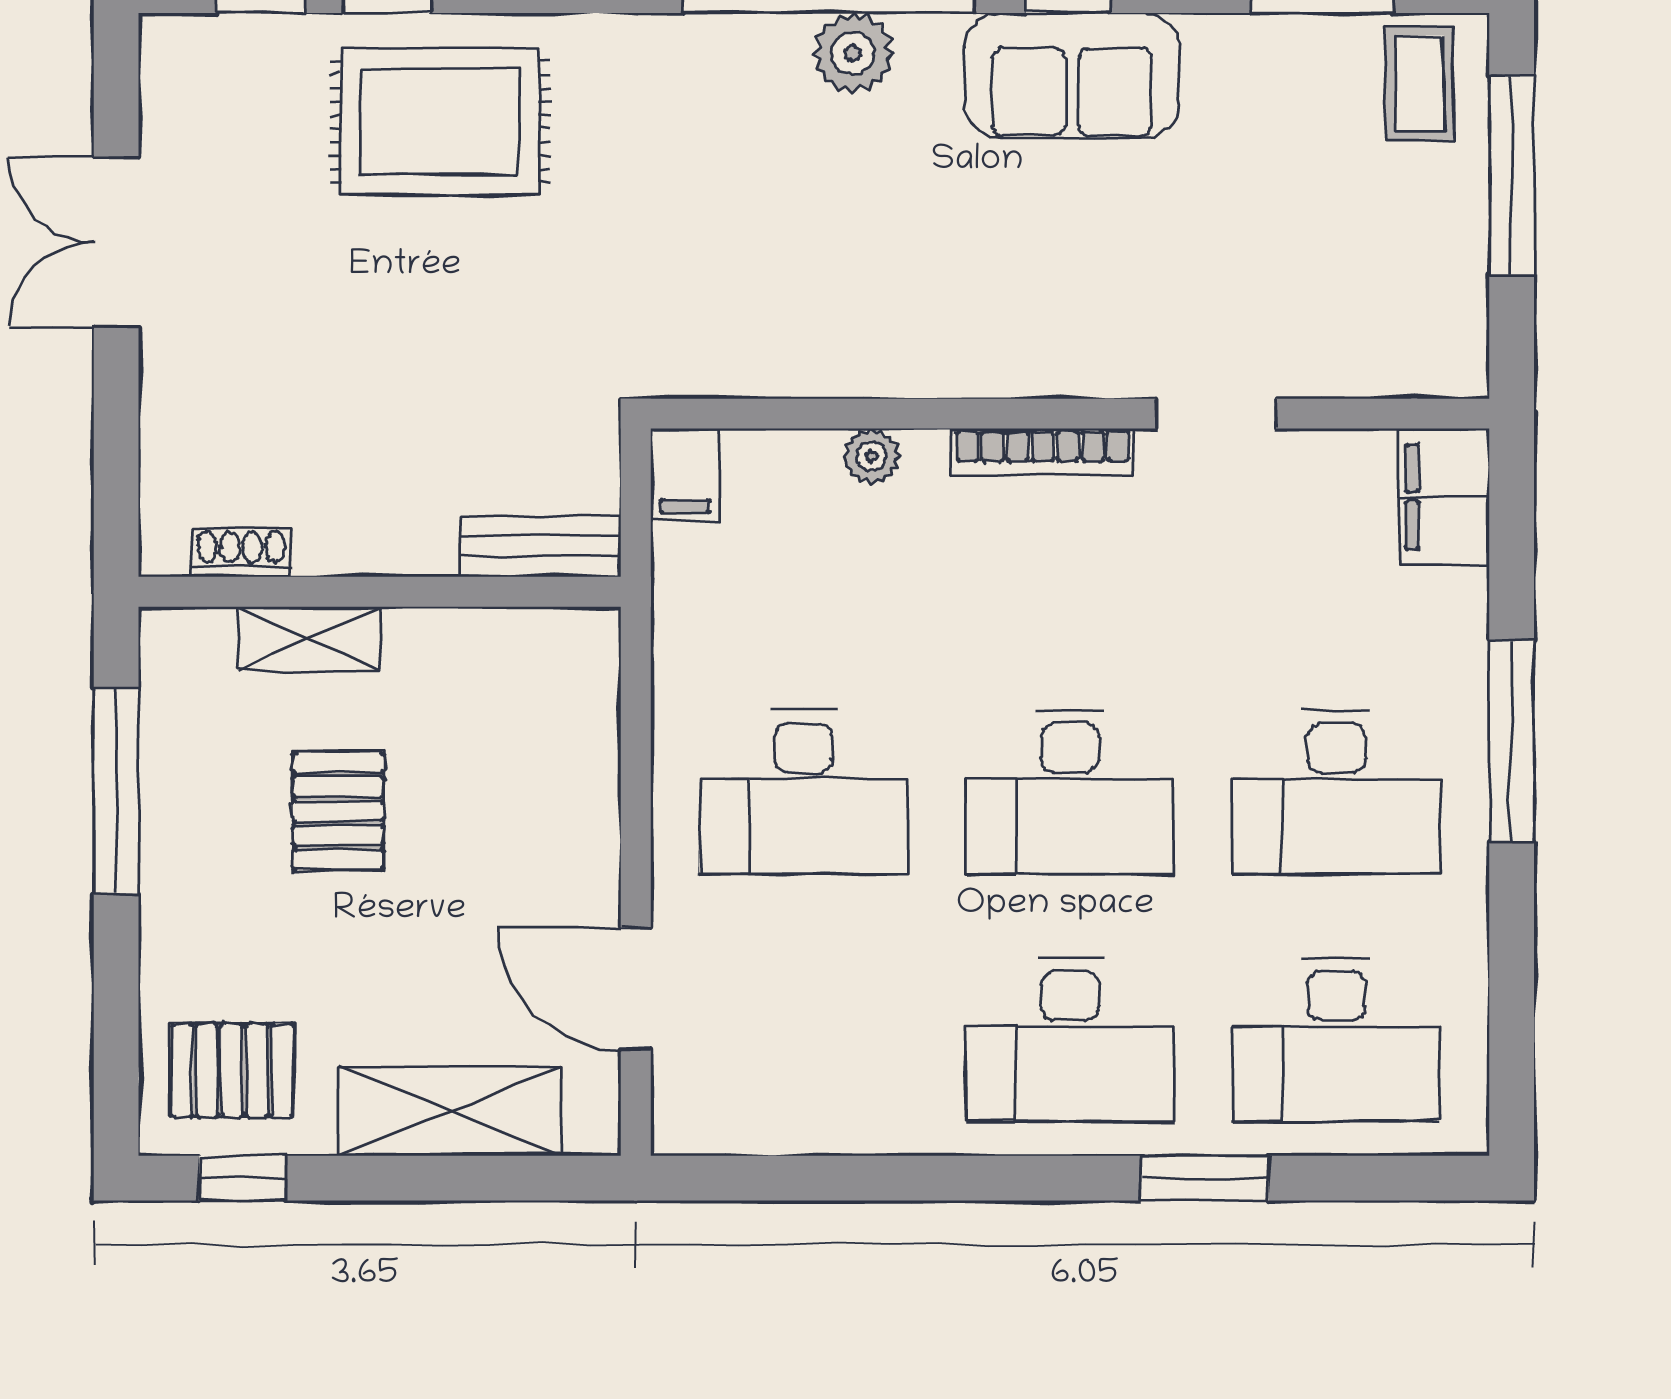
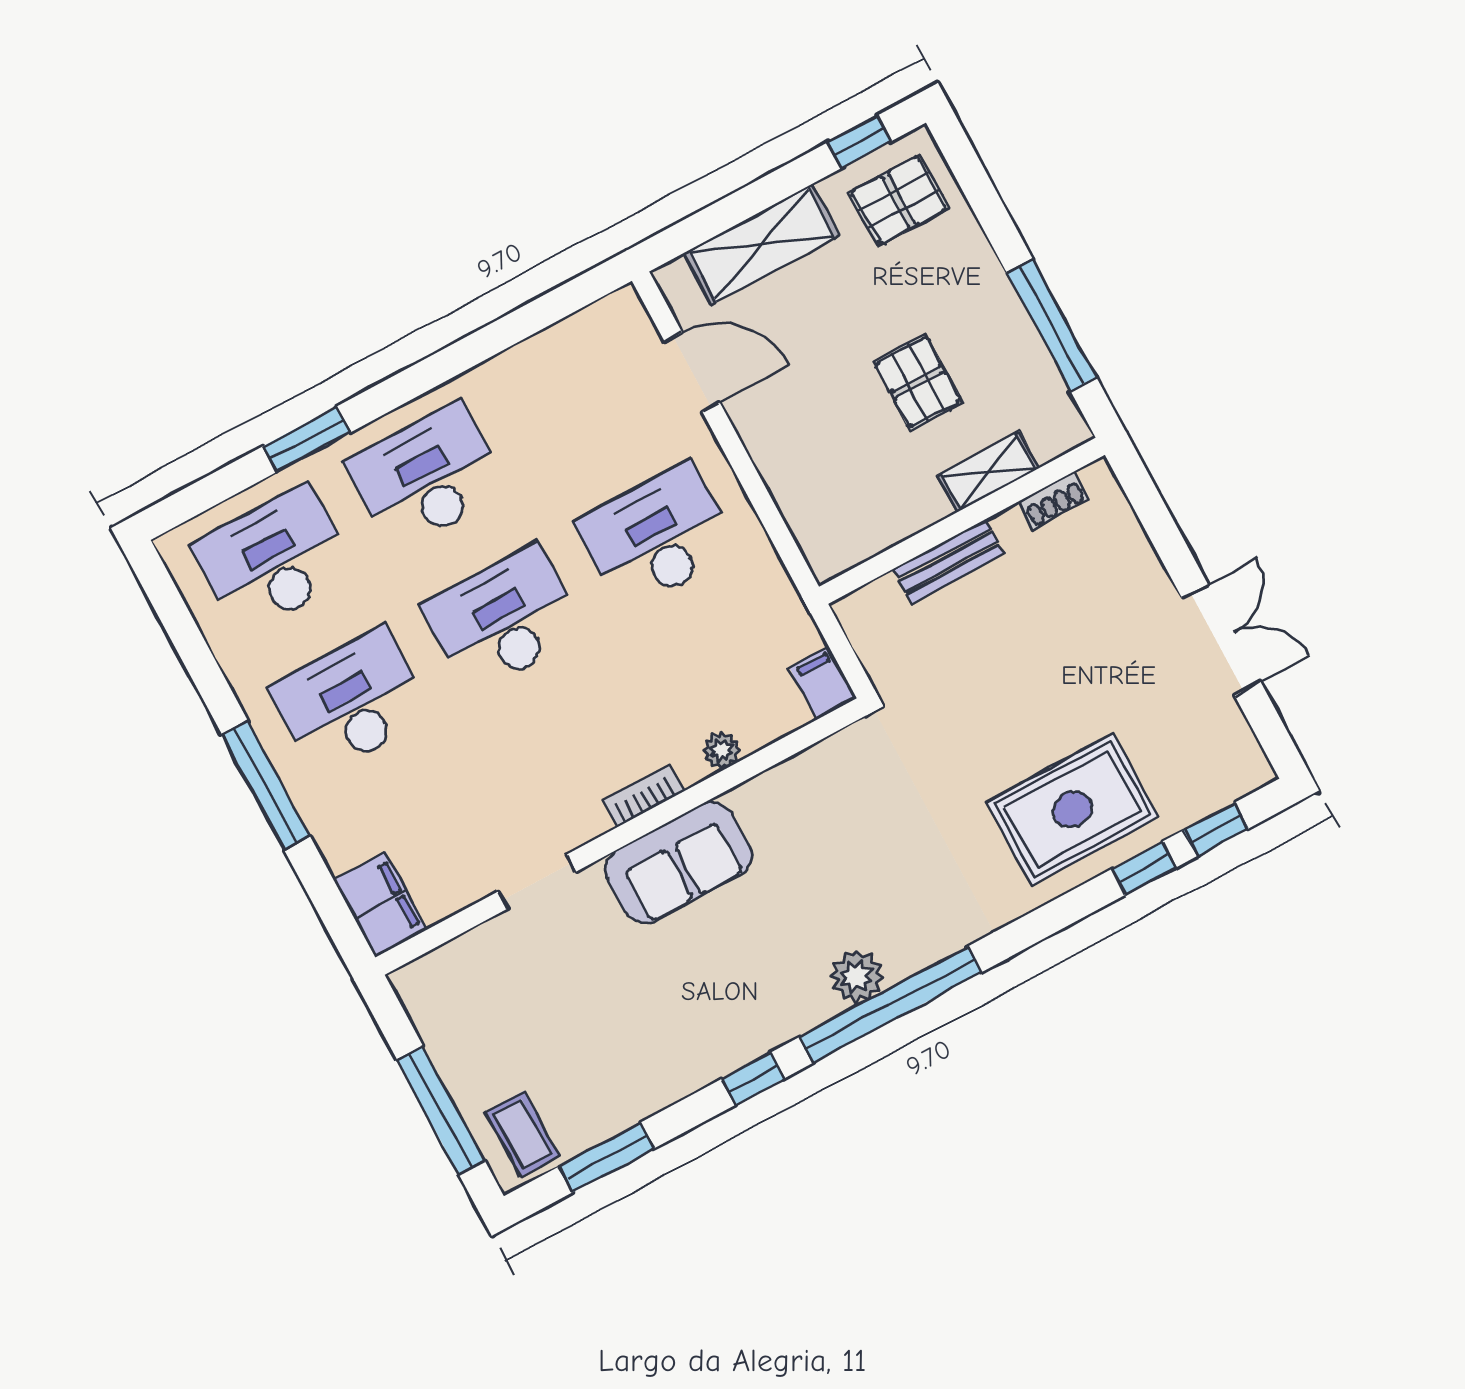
sofa: (1072, 75) -> (679, 863), moved, turned 180
bookcase: (1043, 452) -> (643, 796), width x0.64
bench: (541, 546) -> (949, 562), moved

